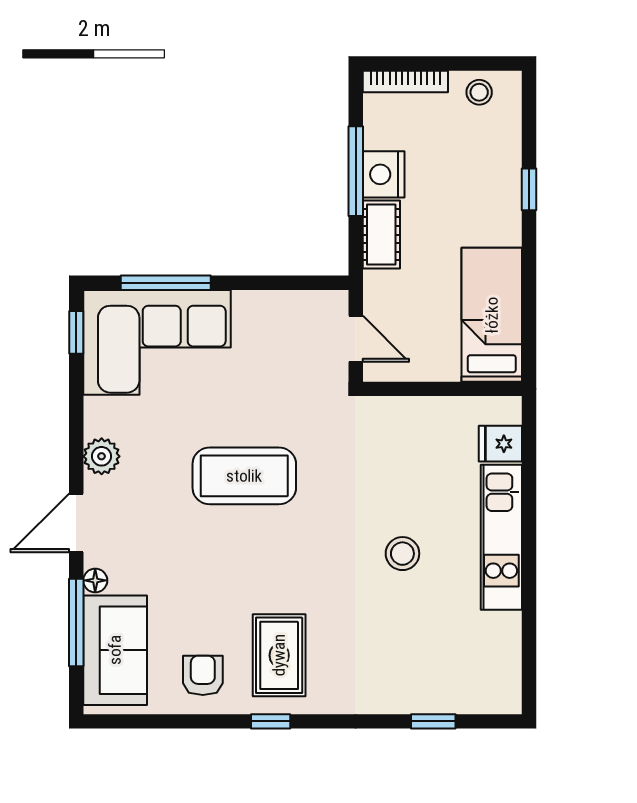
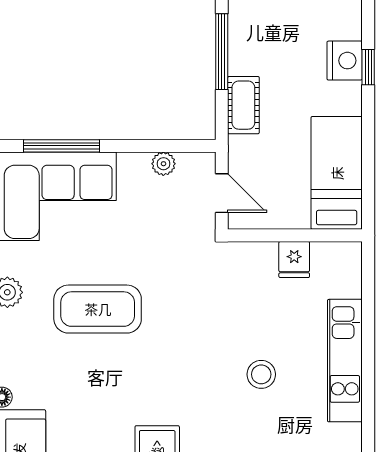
nightstand: (384, 174) -> (345, 61), moved, turned 180
plant: (287, 304) -> (163, 164), added
fridge: (500, 444) -> (294, 260), moved, turned -90
coffee table: (244, 476) -> (98, 309), moved

